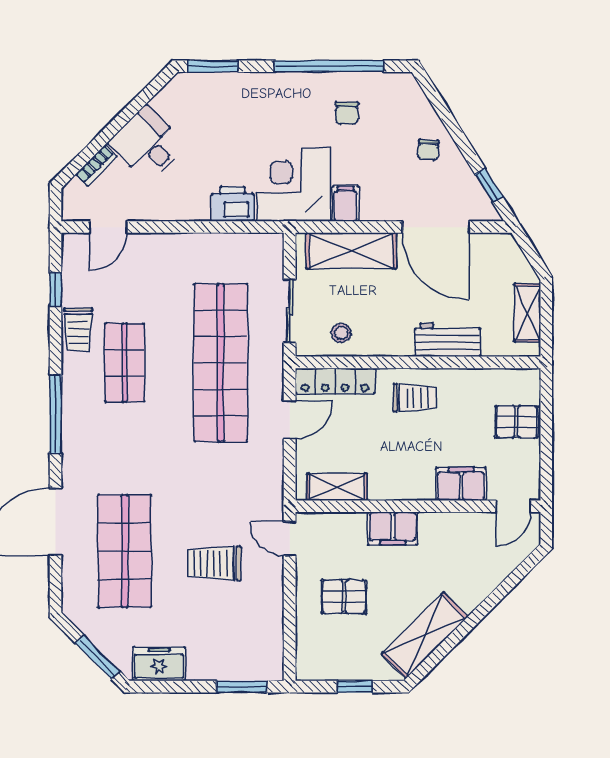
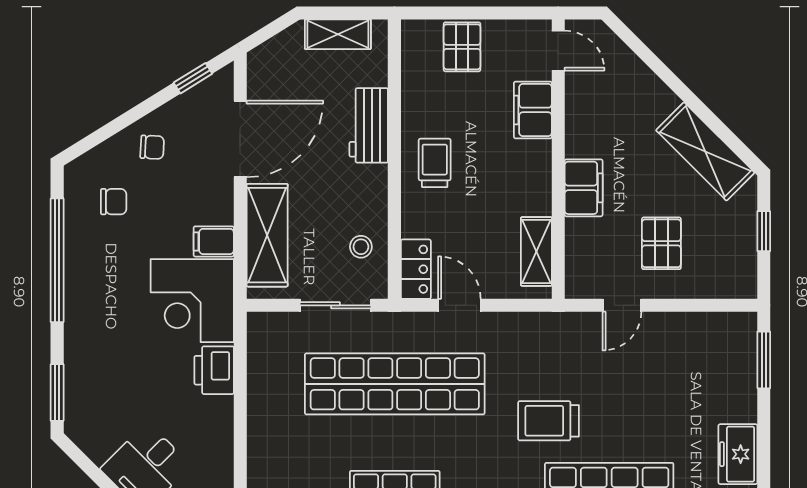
chair: (347, 113) -> (114, 202), moved
locker: (335, 381) -> (416, 269), width x0.66
door: (290, 539) -> (622, 305), moved
trolley: (214, 563) -> (549, 421), moved, turned 90

